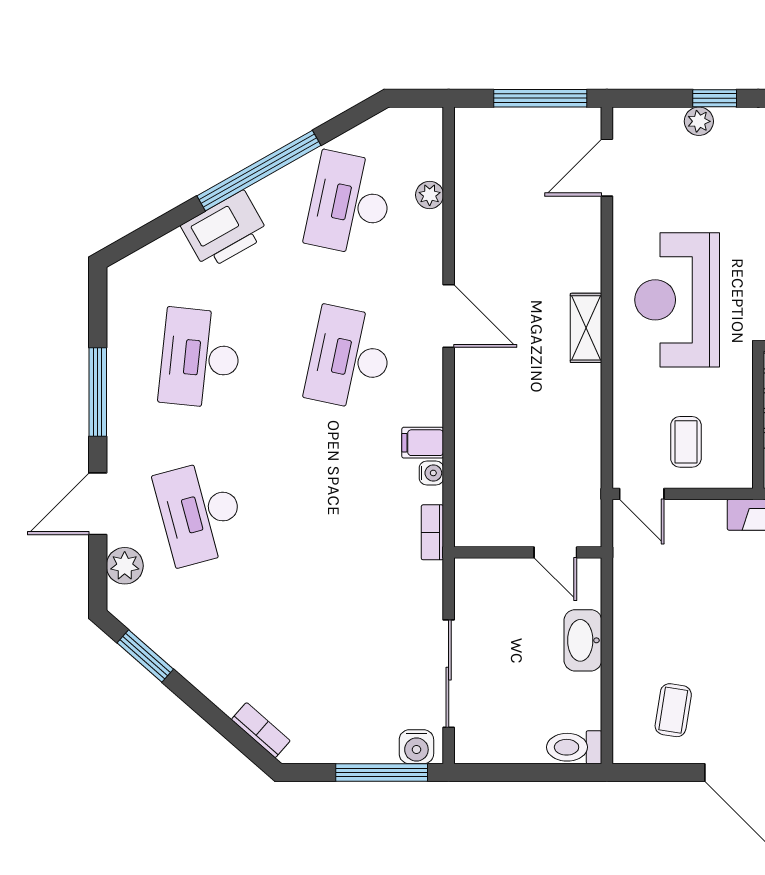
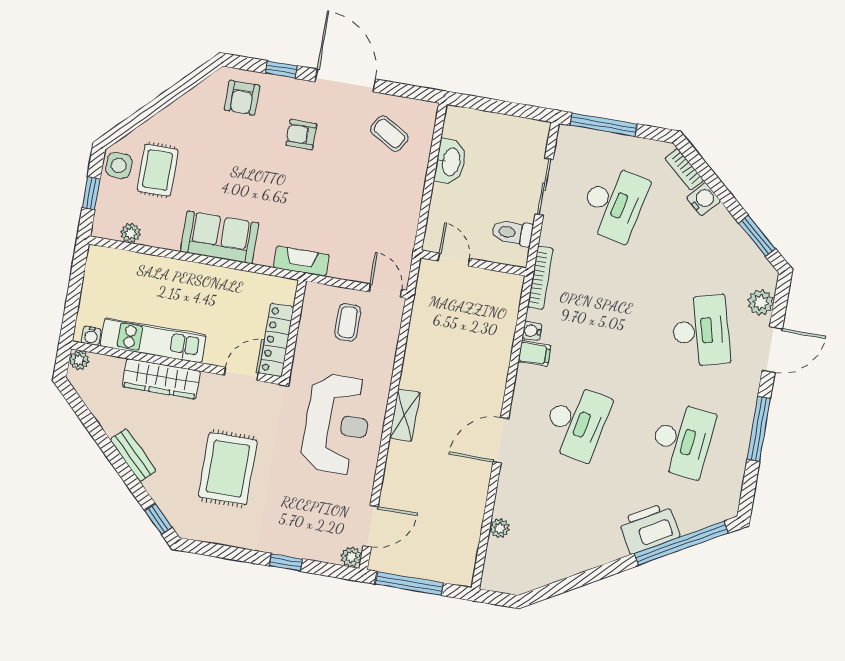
plant: (699, 121) -> (351, 557), moved
window: (259, 171) -> (681, 543), moved
desk: (350, 204) -> (614, 203), moved
door: (449, 316) -> (501, 440), hinge flipped
bookcase: (432, 532) -> (540, 278), width x1.56
washbasin: (583, 640) -> (450, 162), moved
sliding door: (449, 674) -> (544, 187), width x0.73
coffee table: (673, 710) -> (389, 133), turned -68
water cooler: (416, 747) -> (703, 199), moved, turned 41
toilet: (574, 747) -> (512, 233), moved, turned 180

